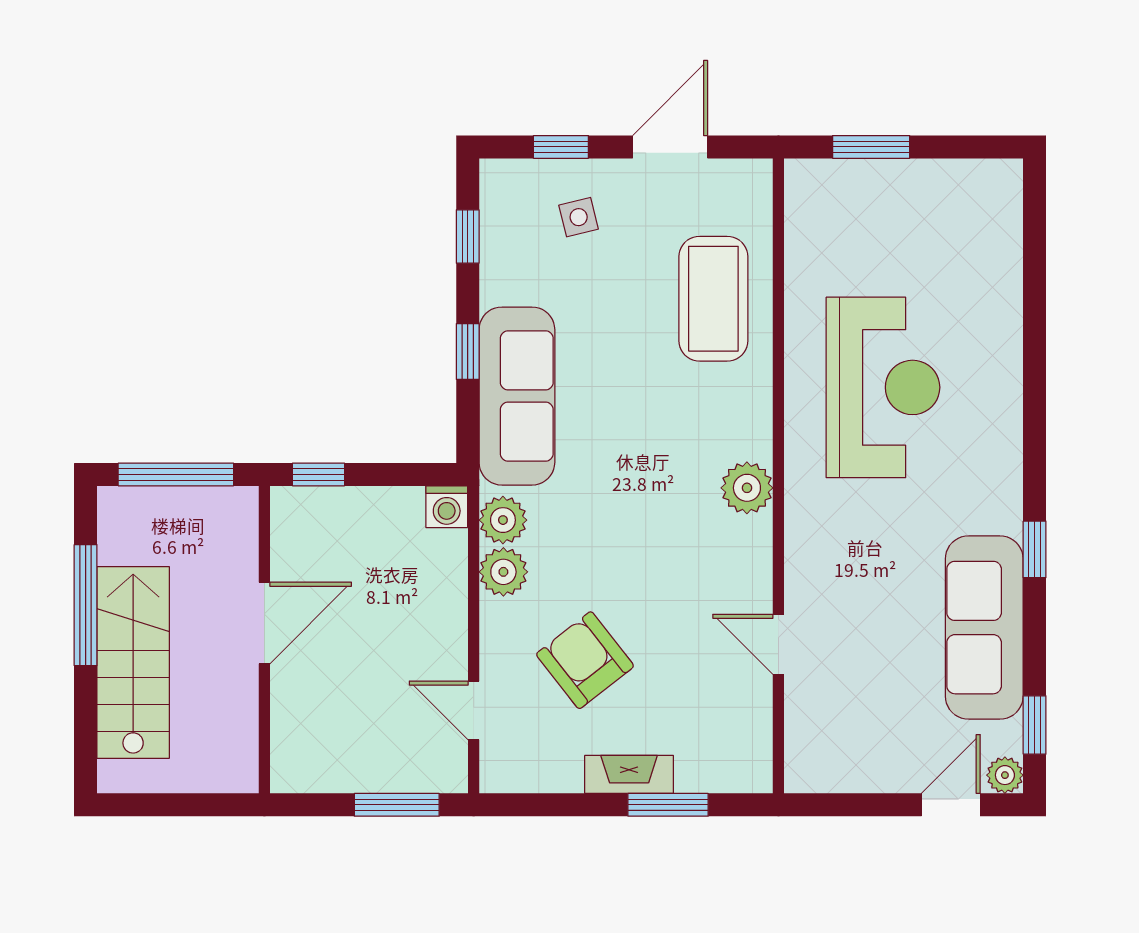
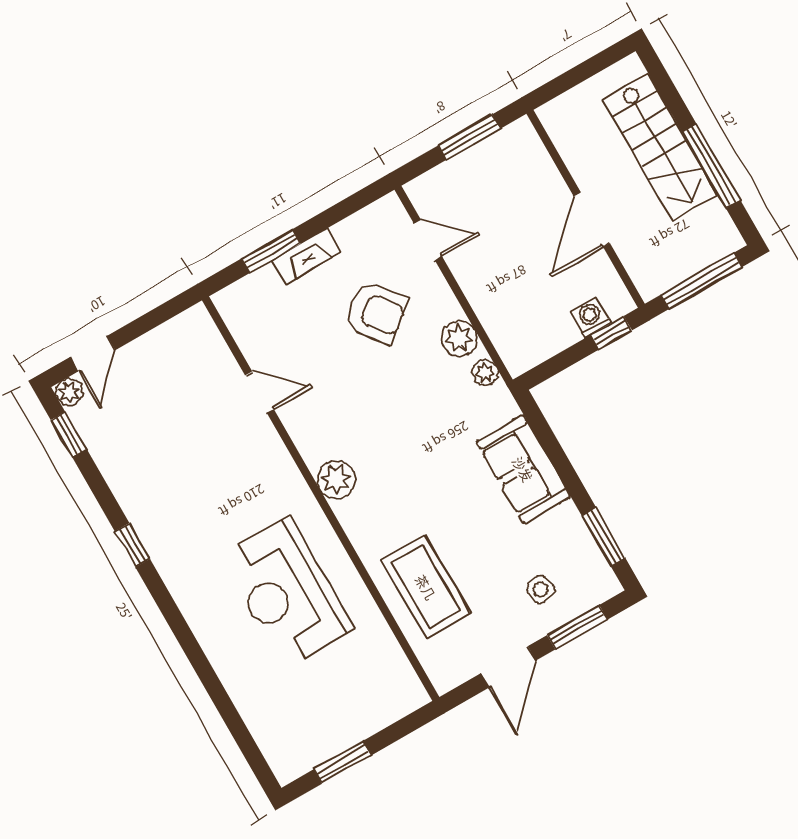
window: (561, 147) -> (577, 627), width x1.50
window: (871, 147) -> (342, 762), moved
window: (468, 237) -> (604, 537), width x1.50
window: (468, 352) -> (562, 464), removed
sofa: (517, 396) -> (523, 469), width x0.73
washing machine: (447, 507) -> (591, 317), moved
plant: (503, 520) -> (485, 373), width x0.73, depth x0.73
sofa: (984, 628) -> (136, 478), removed
window: (397, 805) -> (469, 137), moved

